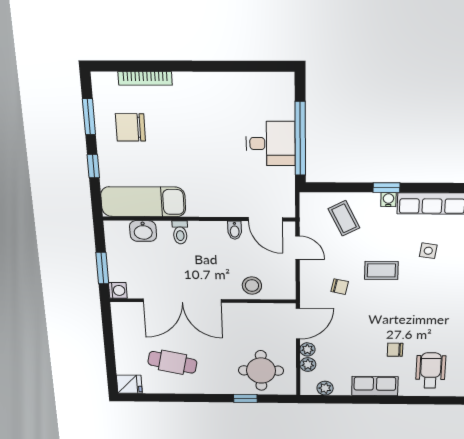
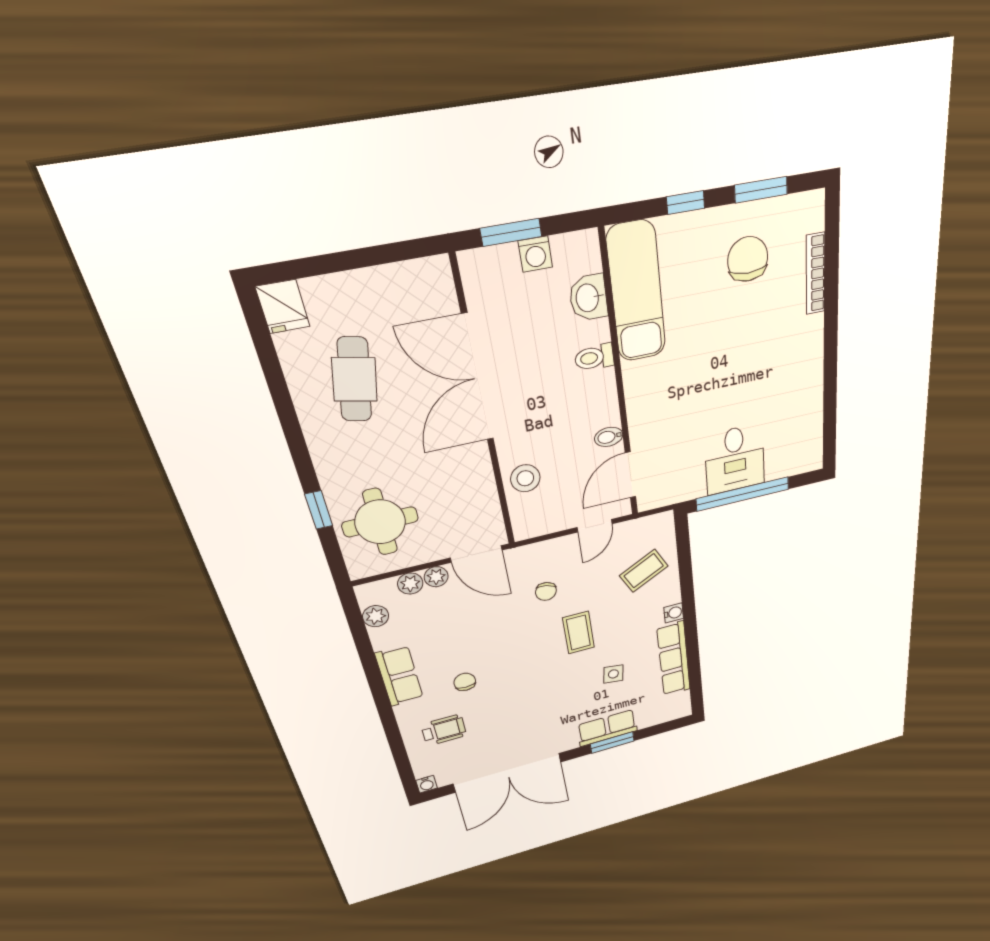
window: (387, 188) -> (689, 606), removed
washing machine: (118, 290) -> (535, 254), moved
wheelchair: (431, 370) -> (444, 730), width x0.73, depth x0.73

